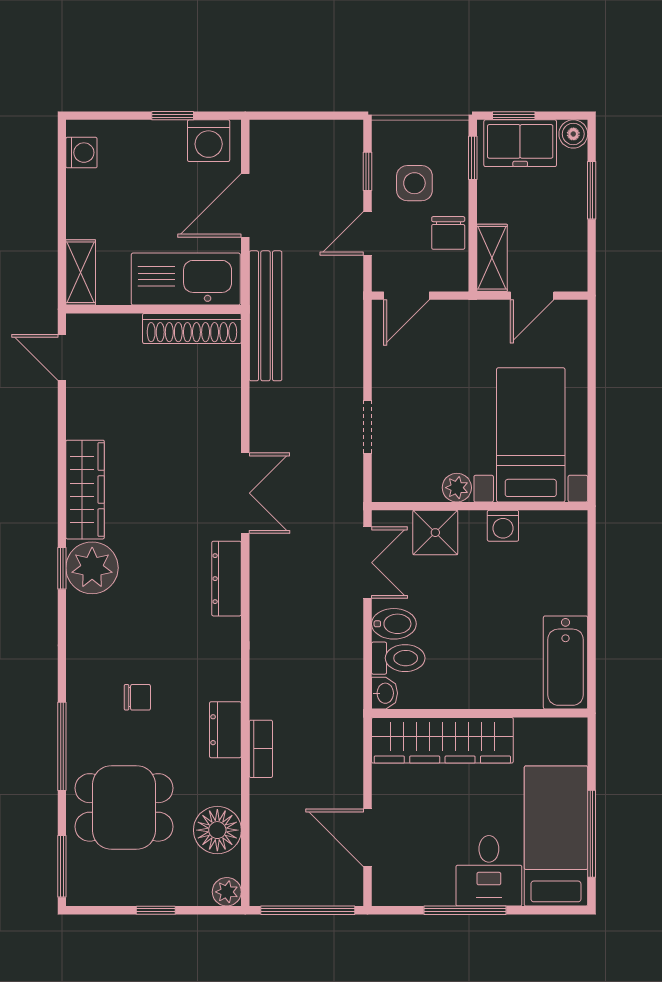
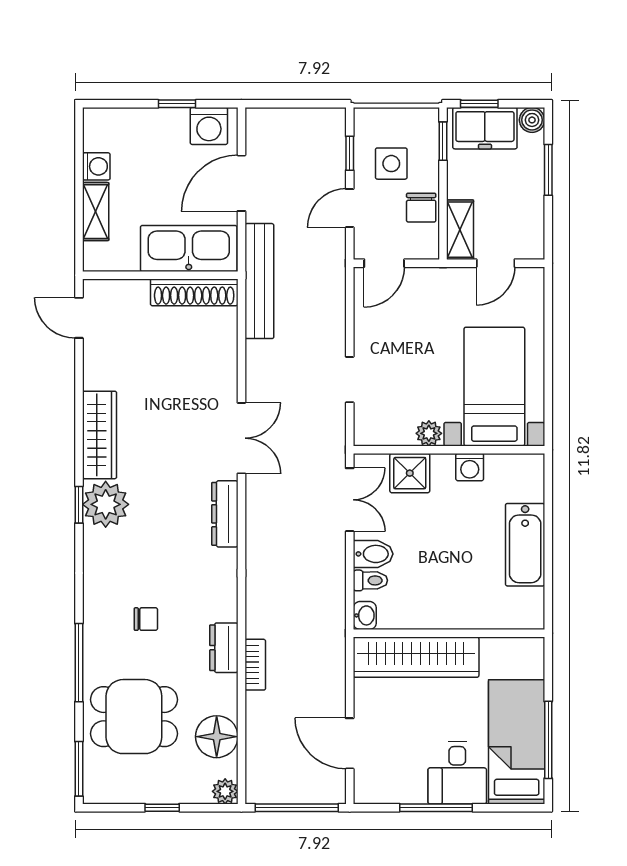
washing machine: (81, 153) -> (96, 166), moved
shelving: (81, 272) -> (96, 212), moved
toilet: (398, 658) -> (370, 580), width x0.73, depth x0.72
bathtub: (566, 663) -> (525, 545), moved

